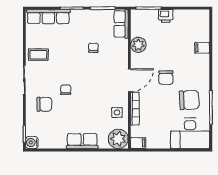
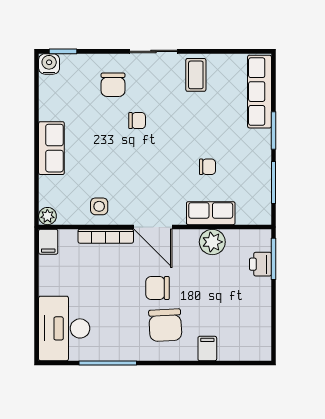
printer: (166, 16) -> (260, 264), moved
row of seats: (121, 24) -> (211, 213), moved
chair: (189, 100) -> (165, 325), moved
plant: (118, 139) -> (47, 216), width x0.53, depth x0.53

